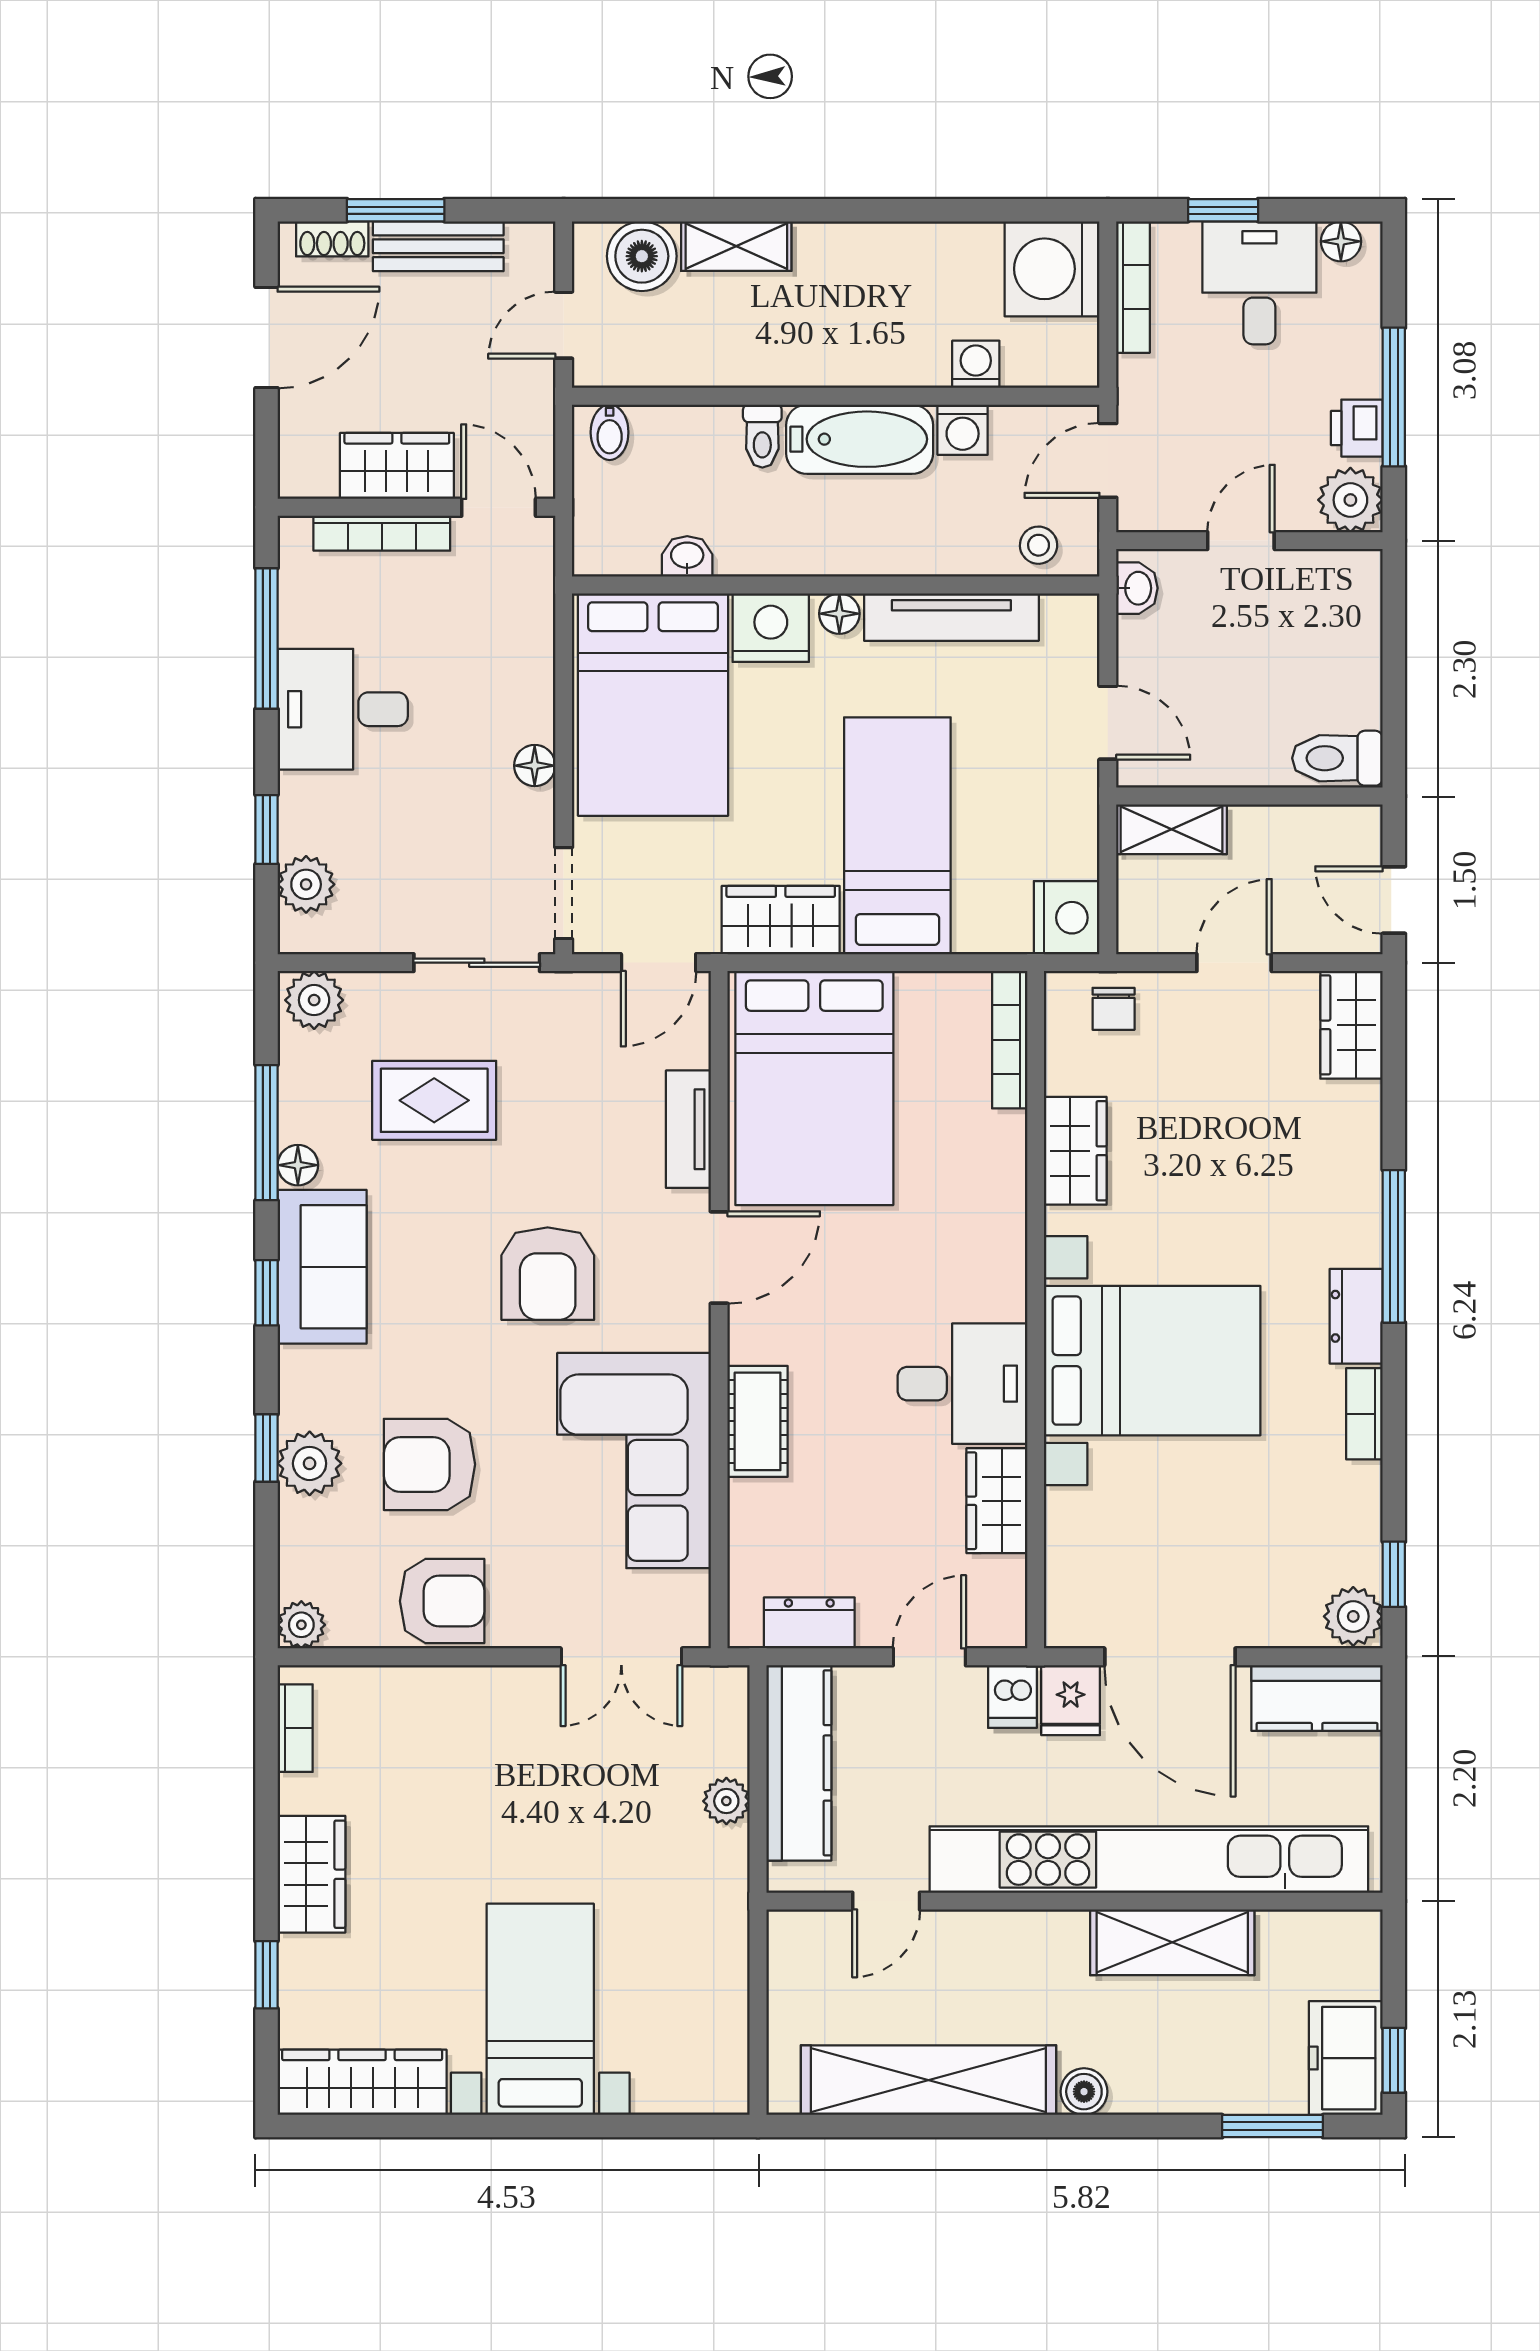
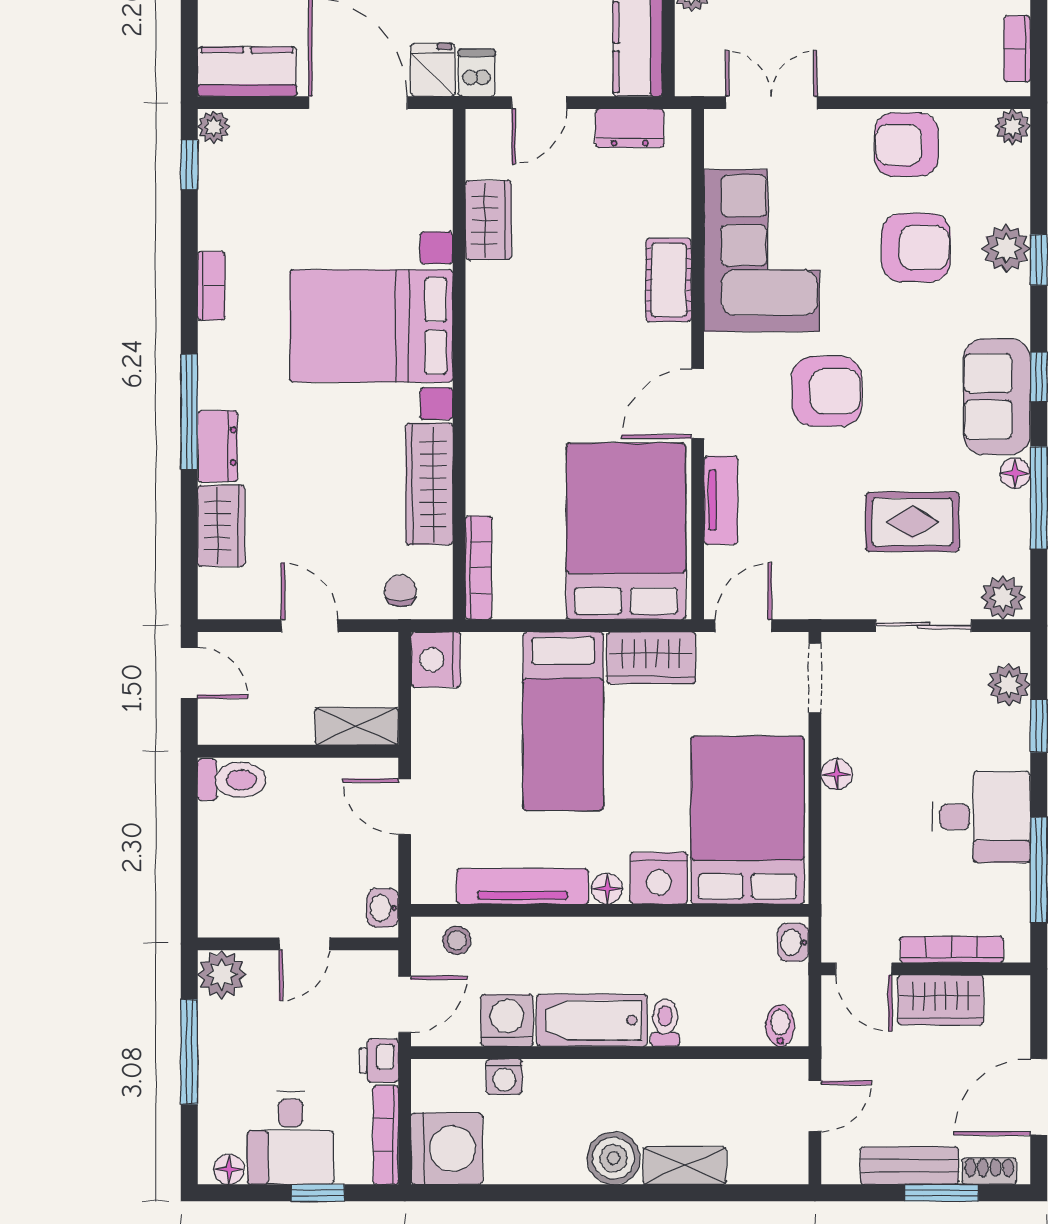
boiler: (642, 256) -> (614, 1158), moved
printer: (1357, 428) -> (379, 1061), moved, turned 180
washing machine: (963, 430) -> (507, 1020), width x1.38, depth x1.38
washbasin: (687, 556) -> (793, 942), moved, turned 90
sliding door: (477, 963) -> (924, 626), moved
door: (1234, 963) -> (310, 626), swing flipped
wardrobe: (1351, 1025) -> (221, 526), moved
wardrobe: (1075, 1151) -> (429, 484), width x1.50
armchair: (548, 1274) -> (827, 391), turned 90
dresser: (1356, 1316) -> (218, 446), moved
desk: (962, 1384) -> (514, 308), removed
plant: (1353, 1616) -> (214, 127), width x0.73, depth x0.73

